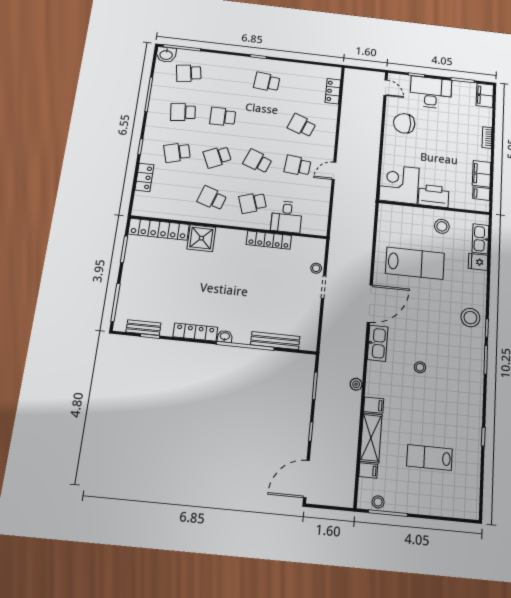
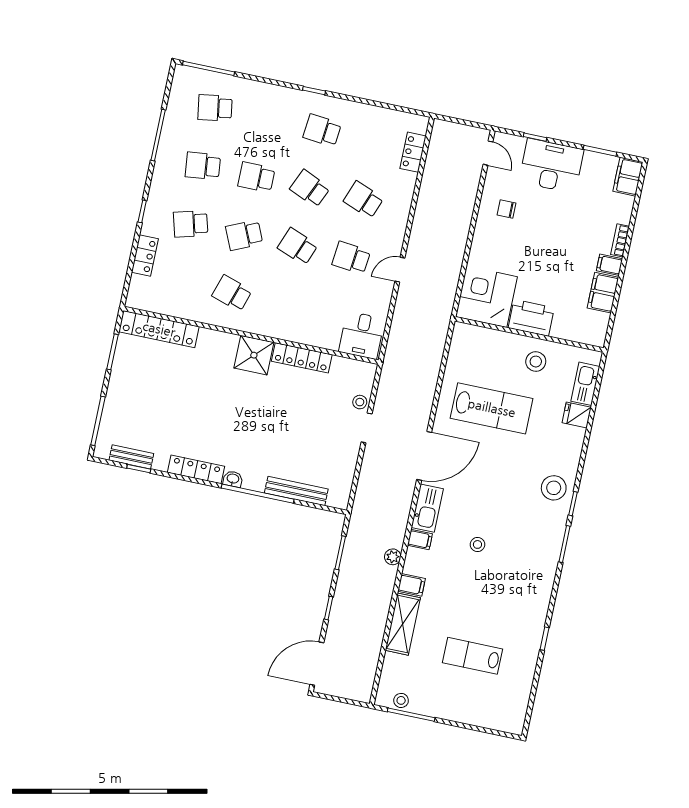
washbasin: (166, 55) -> (186, 77), removed
chair: (404, 123) -> (506, 209), width x0.54, depth x0.54
filing cabinet: (481, 194) -> (609, 265), moved
school desk: (253, 203) -> (310, 188), moved, turned 42
desk: (287, 217) -> (362, 335), moved
shower: (201, 238) -> (254, 355), moved
filing cabinet: (368, 470) -> (420, 540), moved

